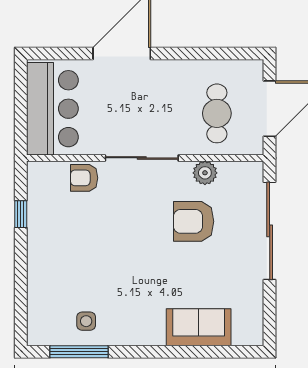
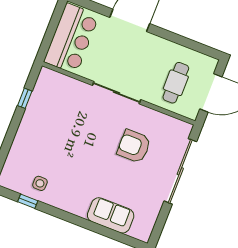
plant: (205, 173) -> (153, 118), removed
armchair: (84, 178) -> (74, 91), removed
window: (79, 352) -> (28, 201), width x0.46

